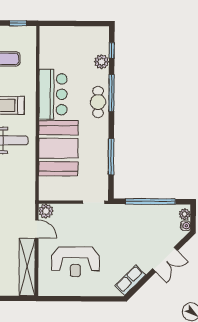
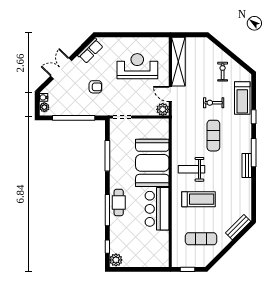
plant: (102, 62) -> (116, 260), moved
armchair: (125, 238) -> (95, 87), added

